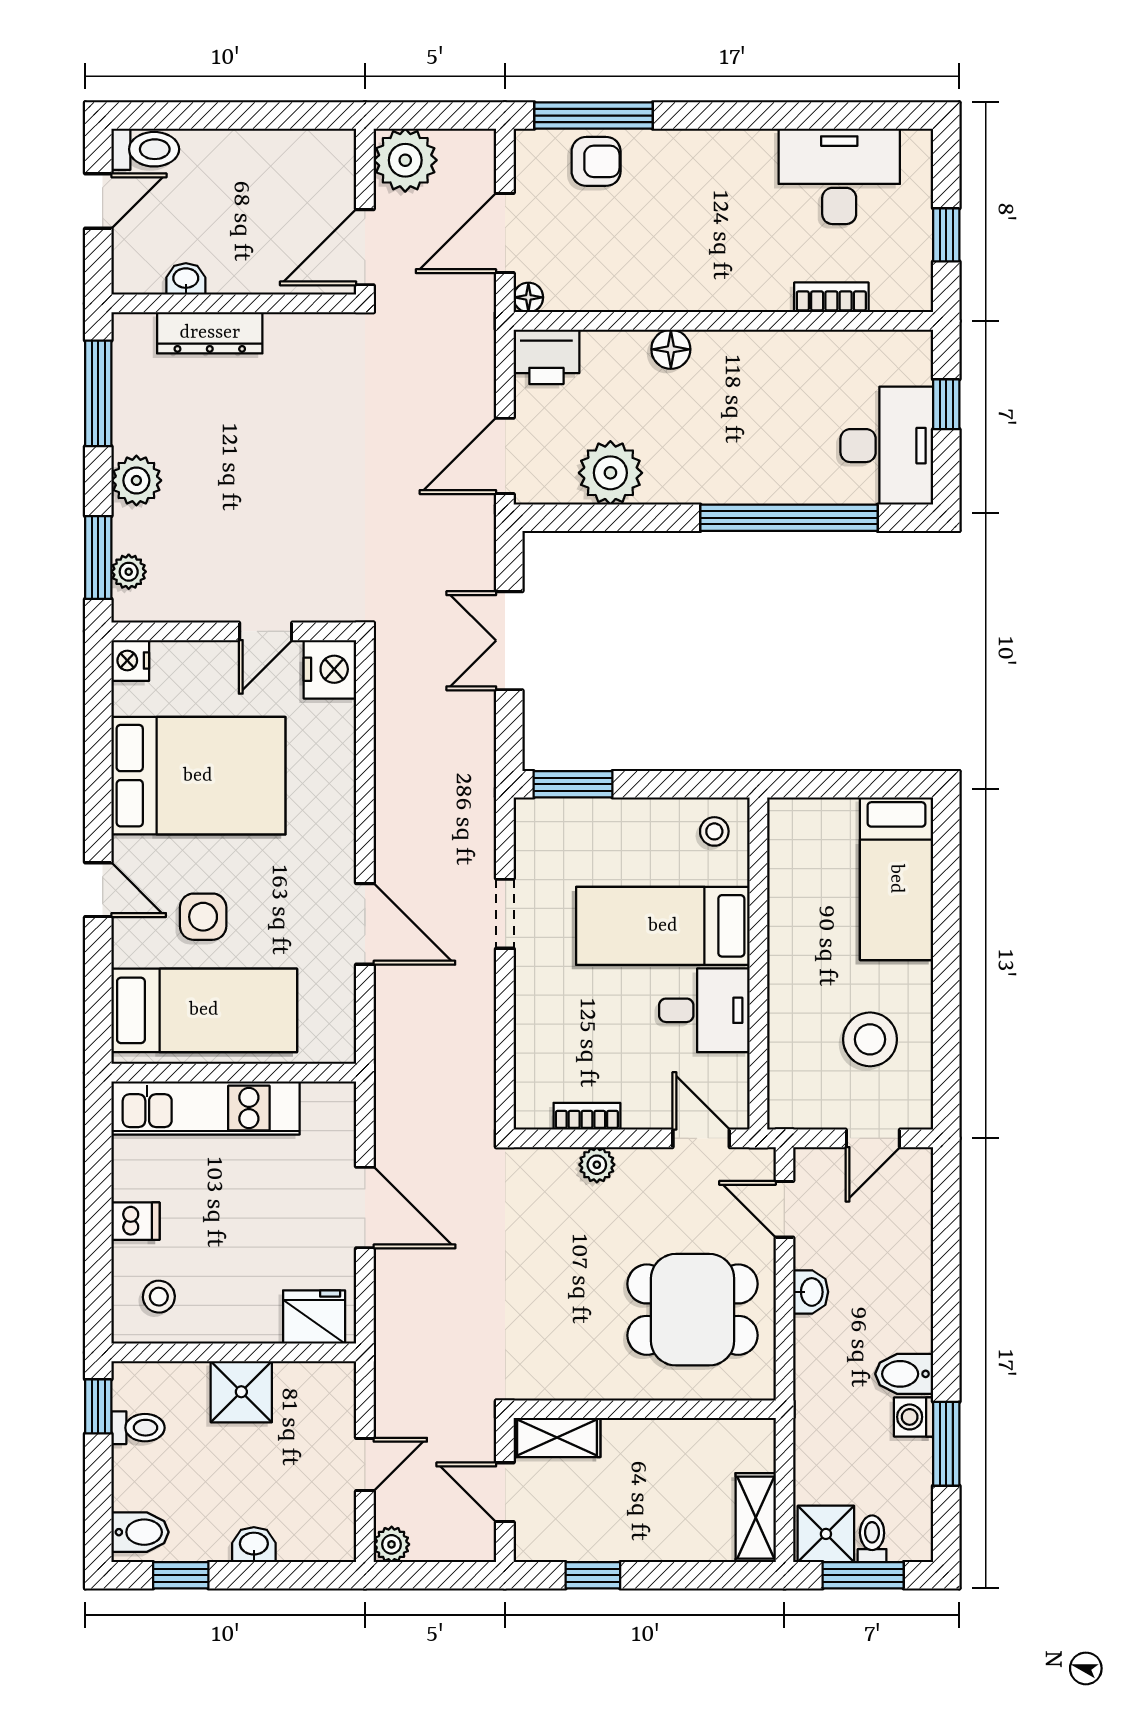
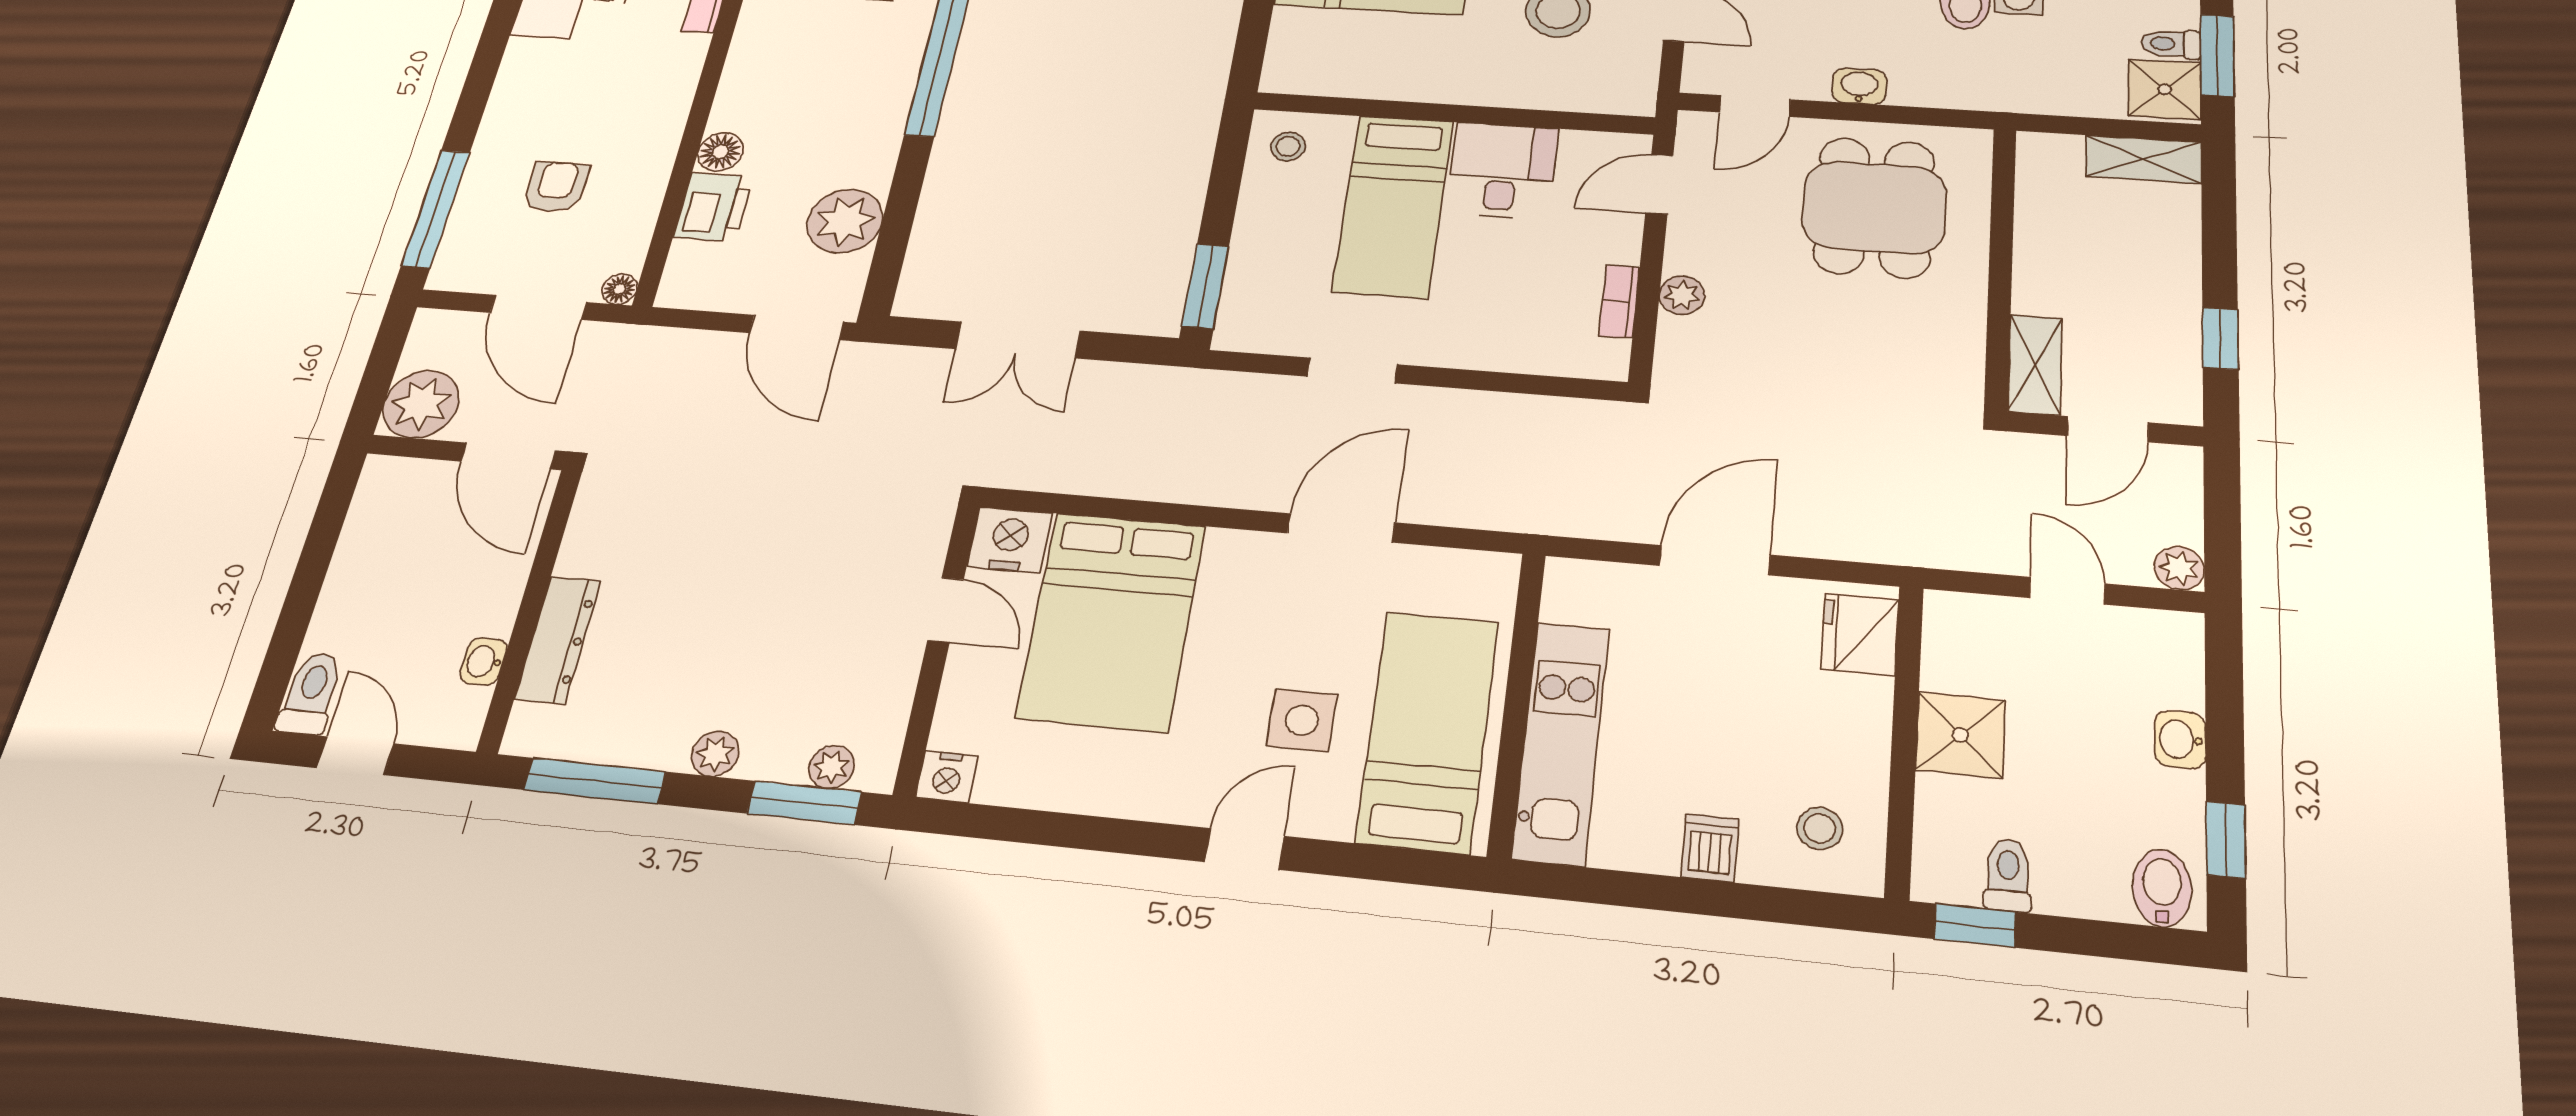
armchair: (596, 161) -> (556, 187), moved
printer: (546, 357) -> (713, 207), moved
plant: (136, 480) -> (715, 754), width x0.73, depth x0.73
bed: (198, 776) -> (1111, 621), moved, turned 180

